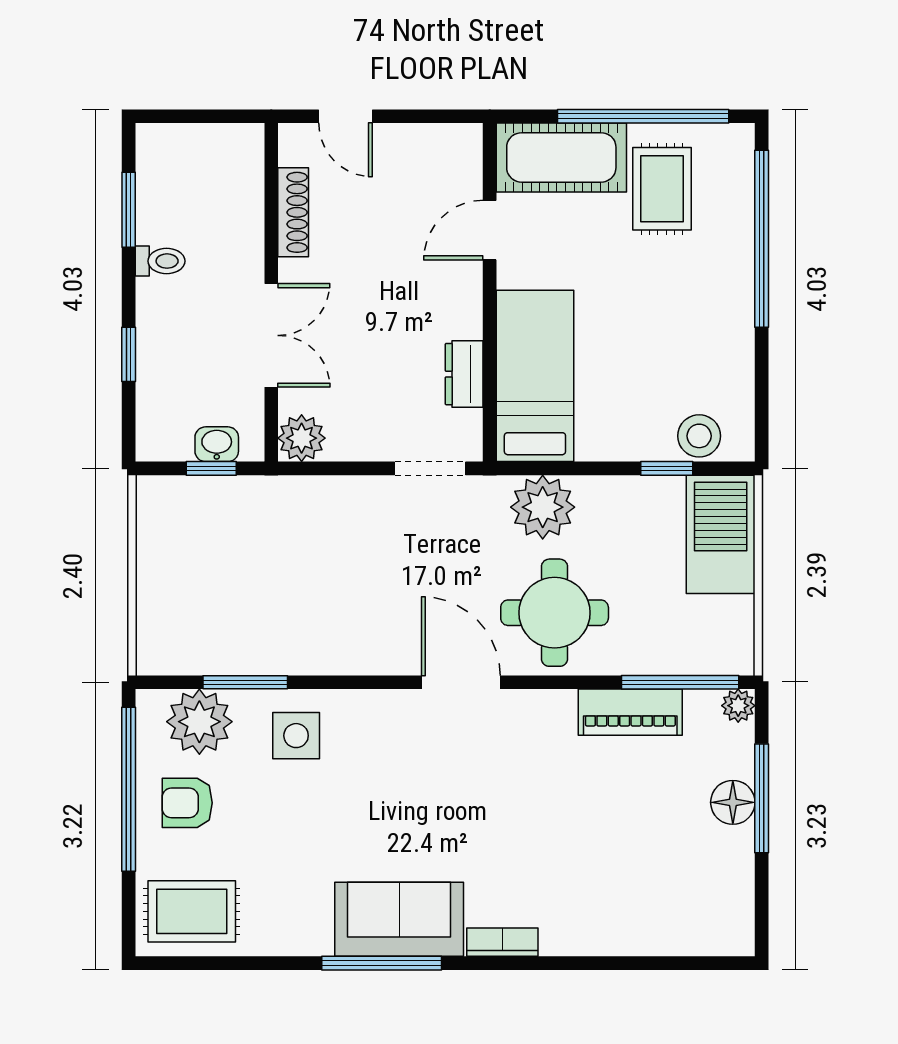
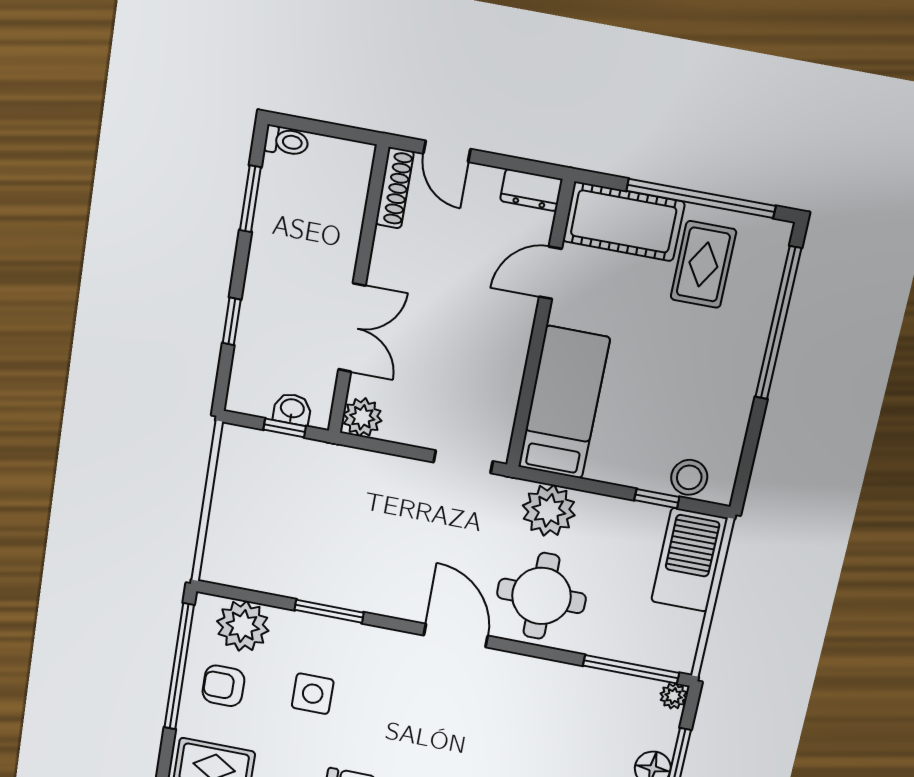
shoe rack: (293, 212) -> (395, 188), moved
toilet: (160, 261) -> (286, 141), moved
dresser: (464, 374) -> (531, 190), moved, turned -90
window: (245, 682) -> (329, 611), moved
piano: (630, 712) -> (586, 684), removed
side table: (296, 736) -> (313, 694), moved

